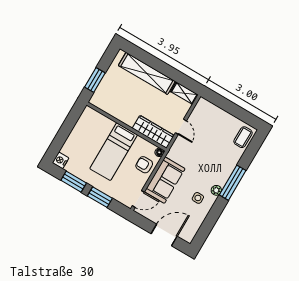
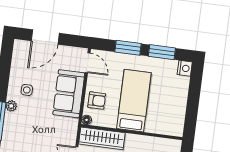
door: (138, 199) -> (88, 63), swing flipped

